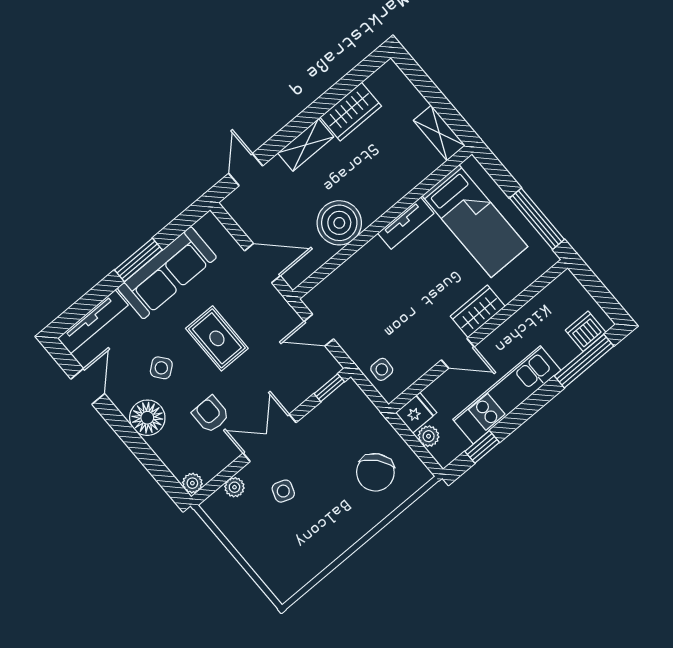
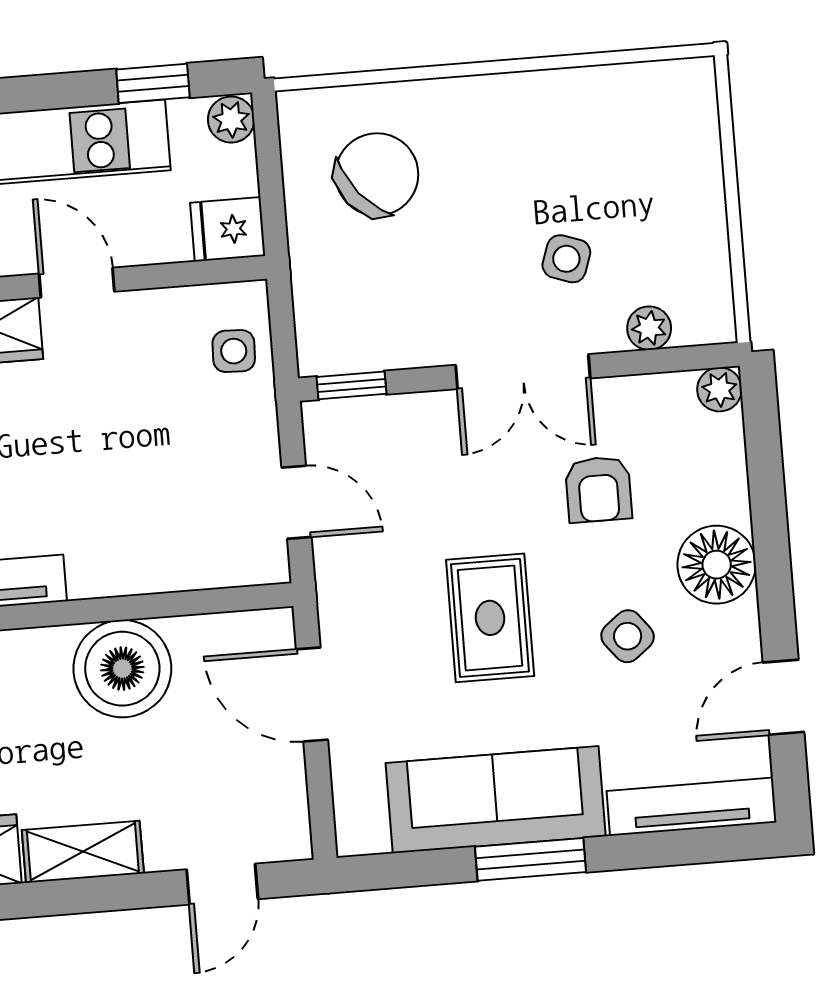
plant: (429, 436) -> (231, 120), moved

